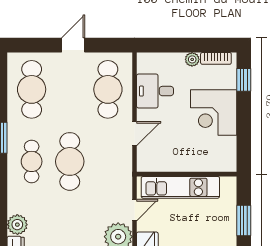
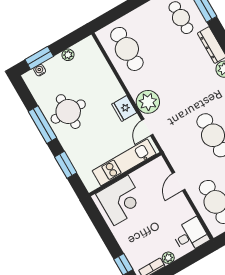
desk: (155, 91) -> (190, 235), moved
corner desk: (214, 112) -> (121, 200), moved, turned 90

